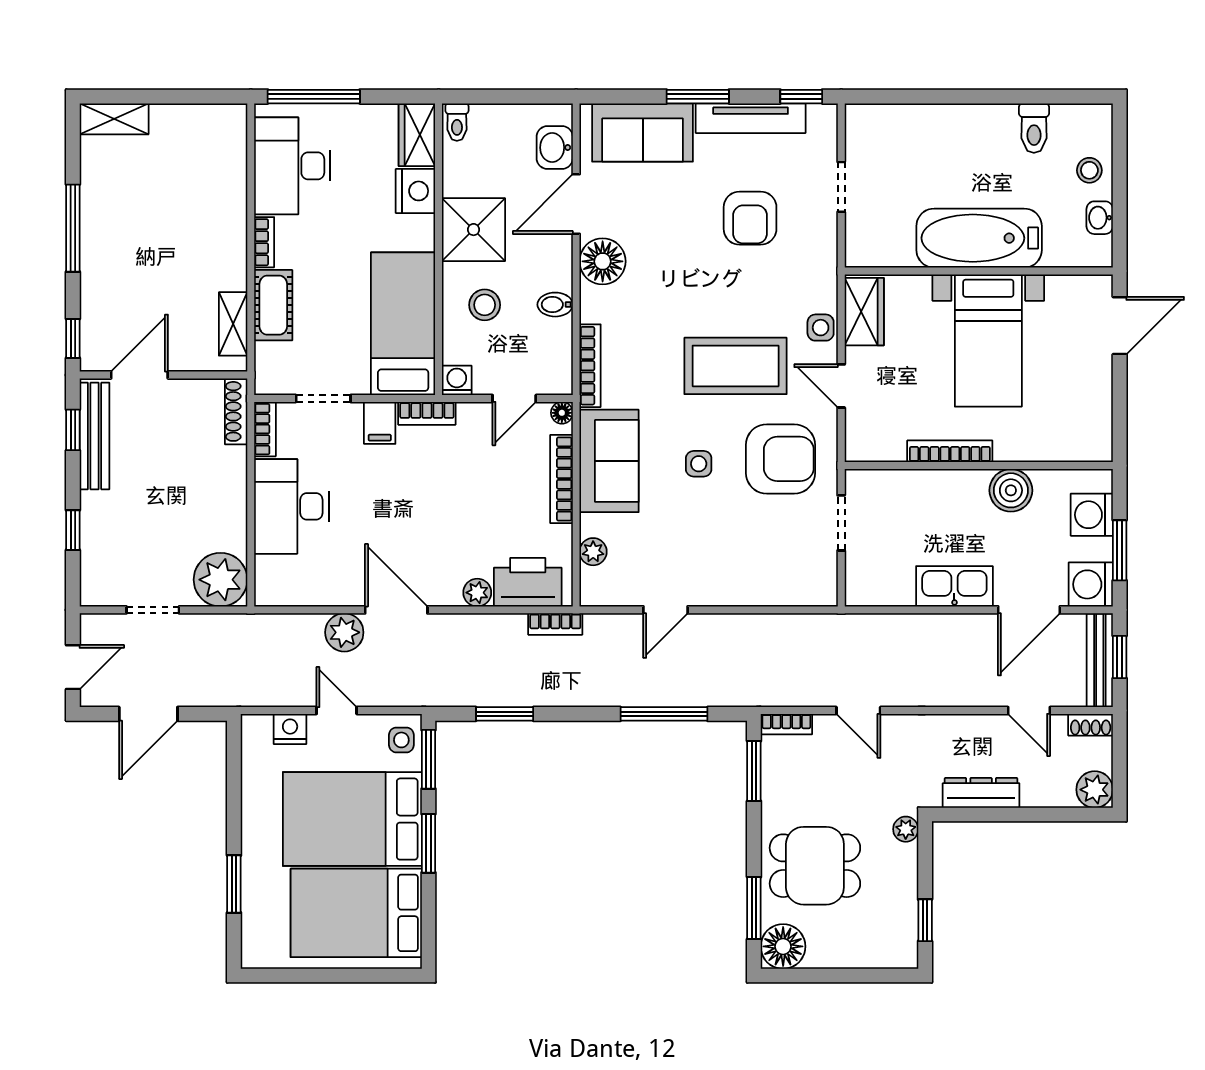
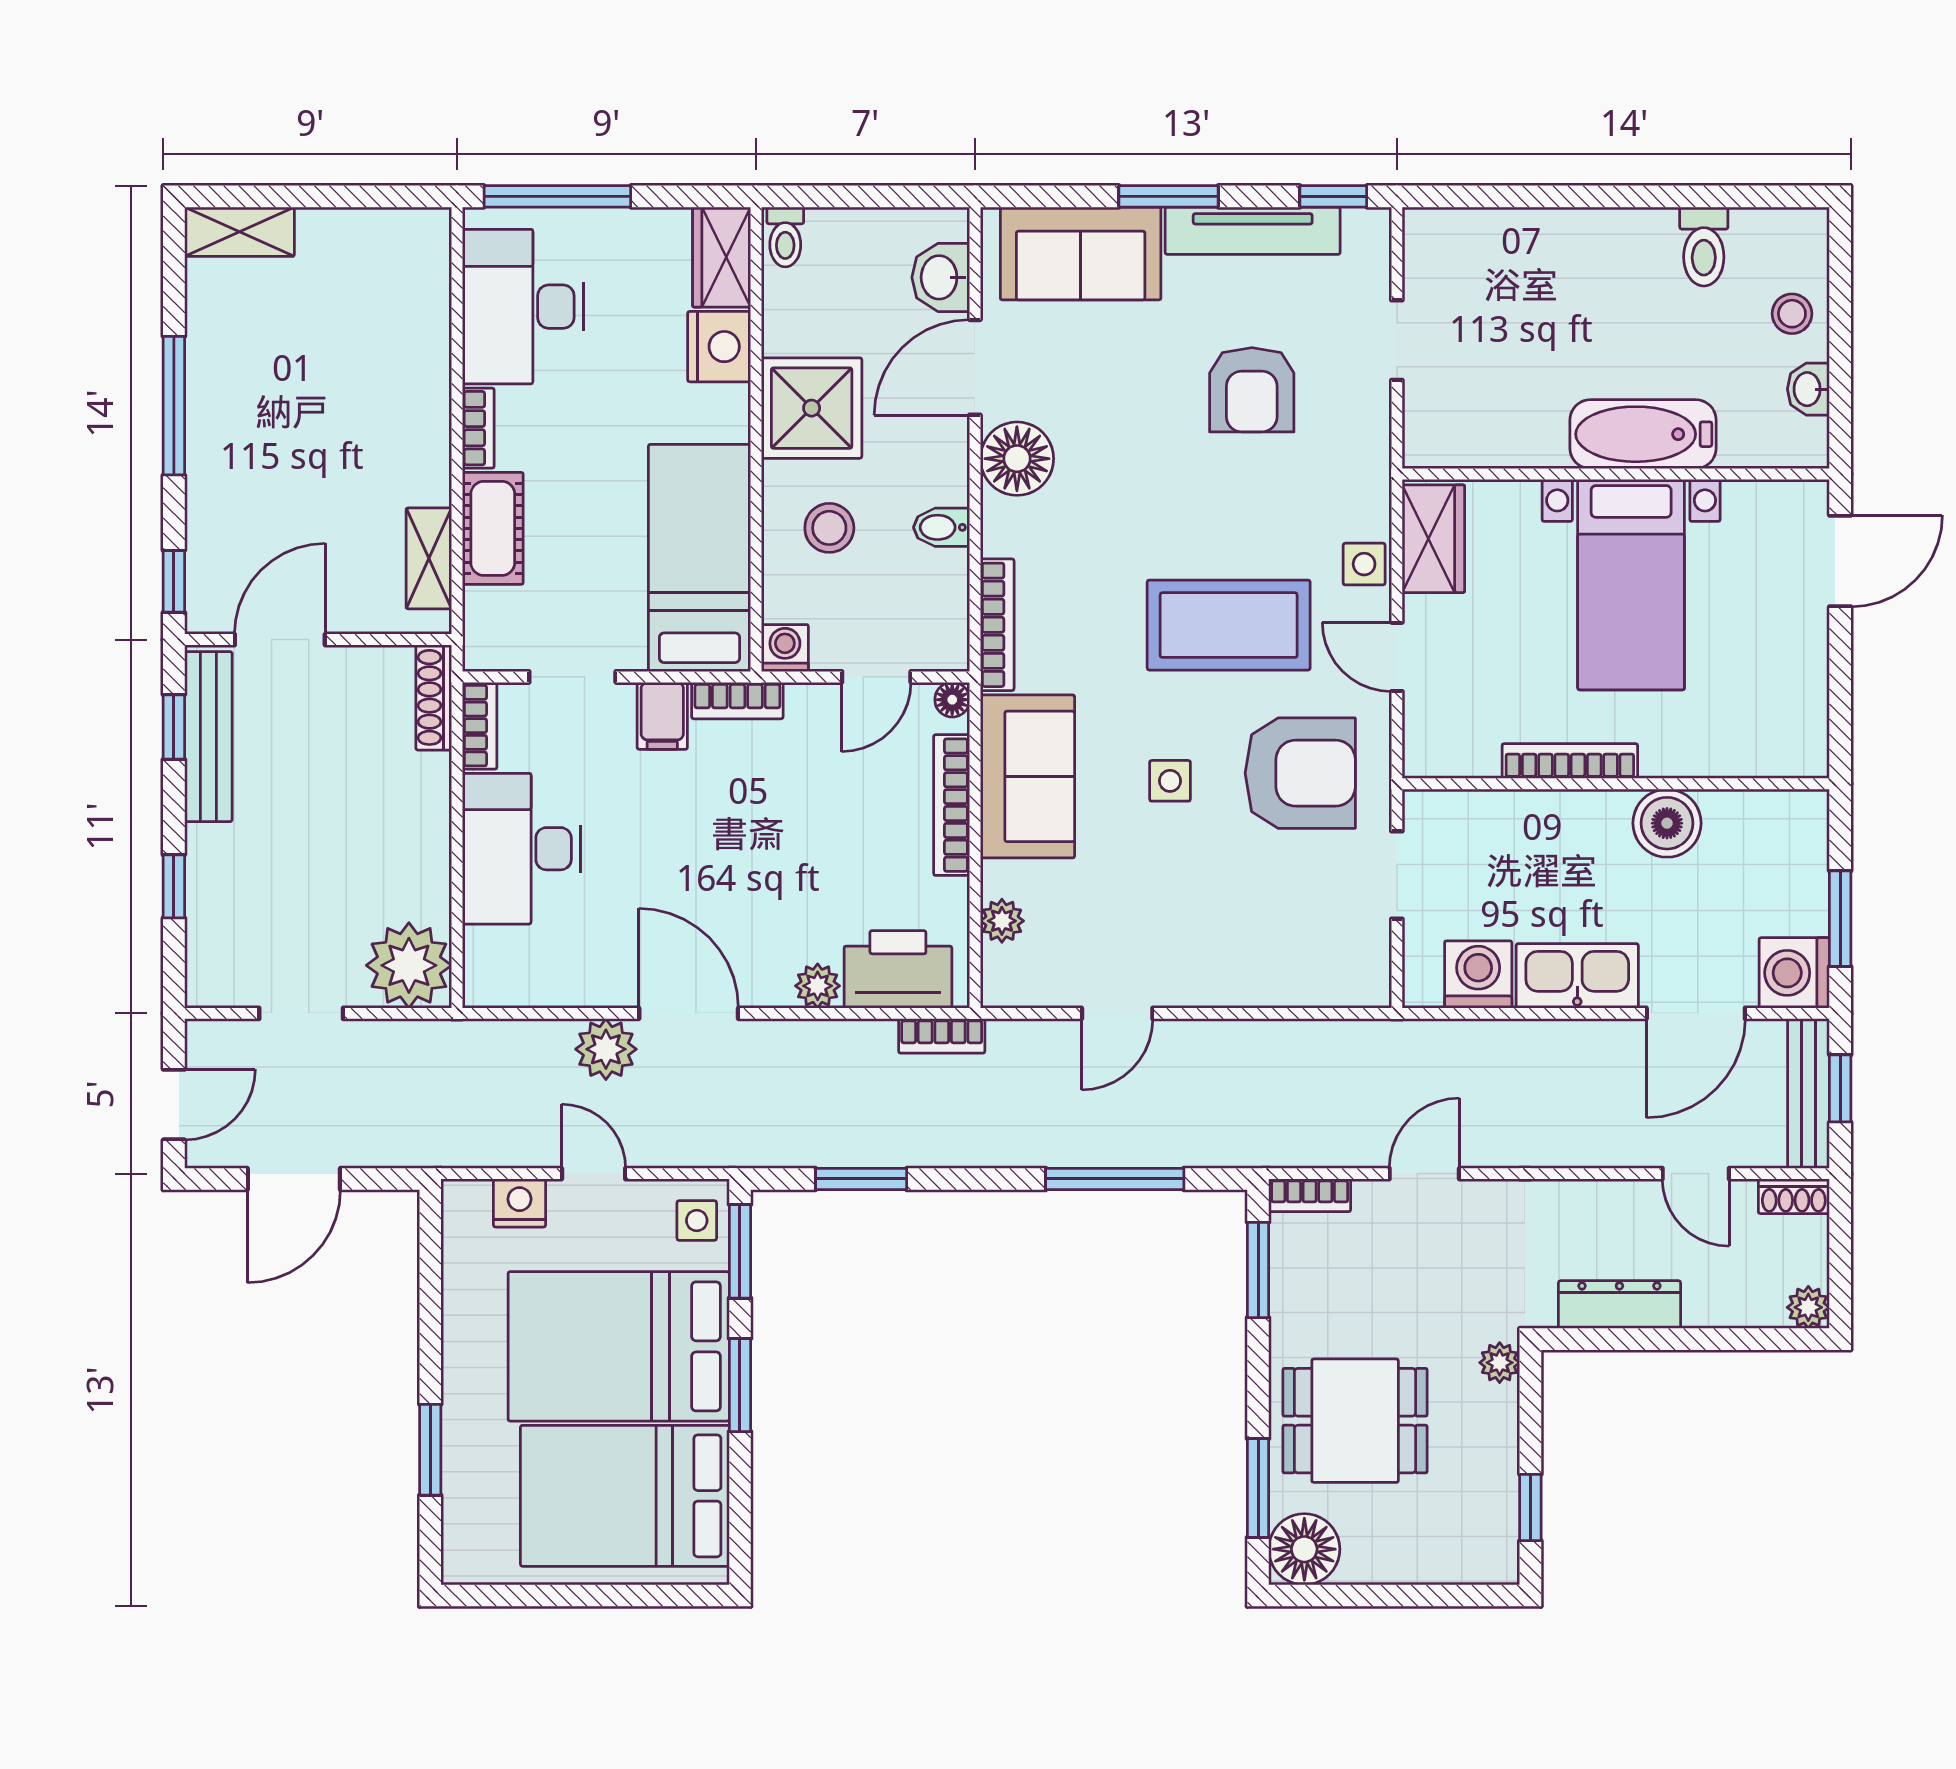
bathtub: (979, 238) -> (1643, 434), width x0.73, depth x0.73
washing machine: (1092, 515) -> (1478, 974), moved, turned 90
door: (858, 711) -> (1424, 1174), swing flipped
plant: (1095, 790) -> (1808, 1307), width x0.73, depth x0.73

